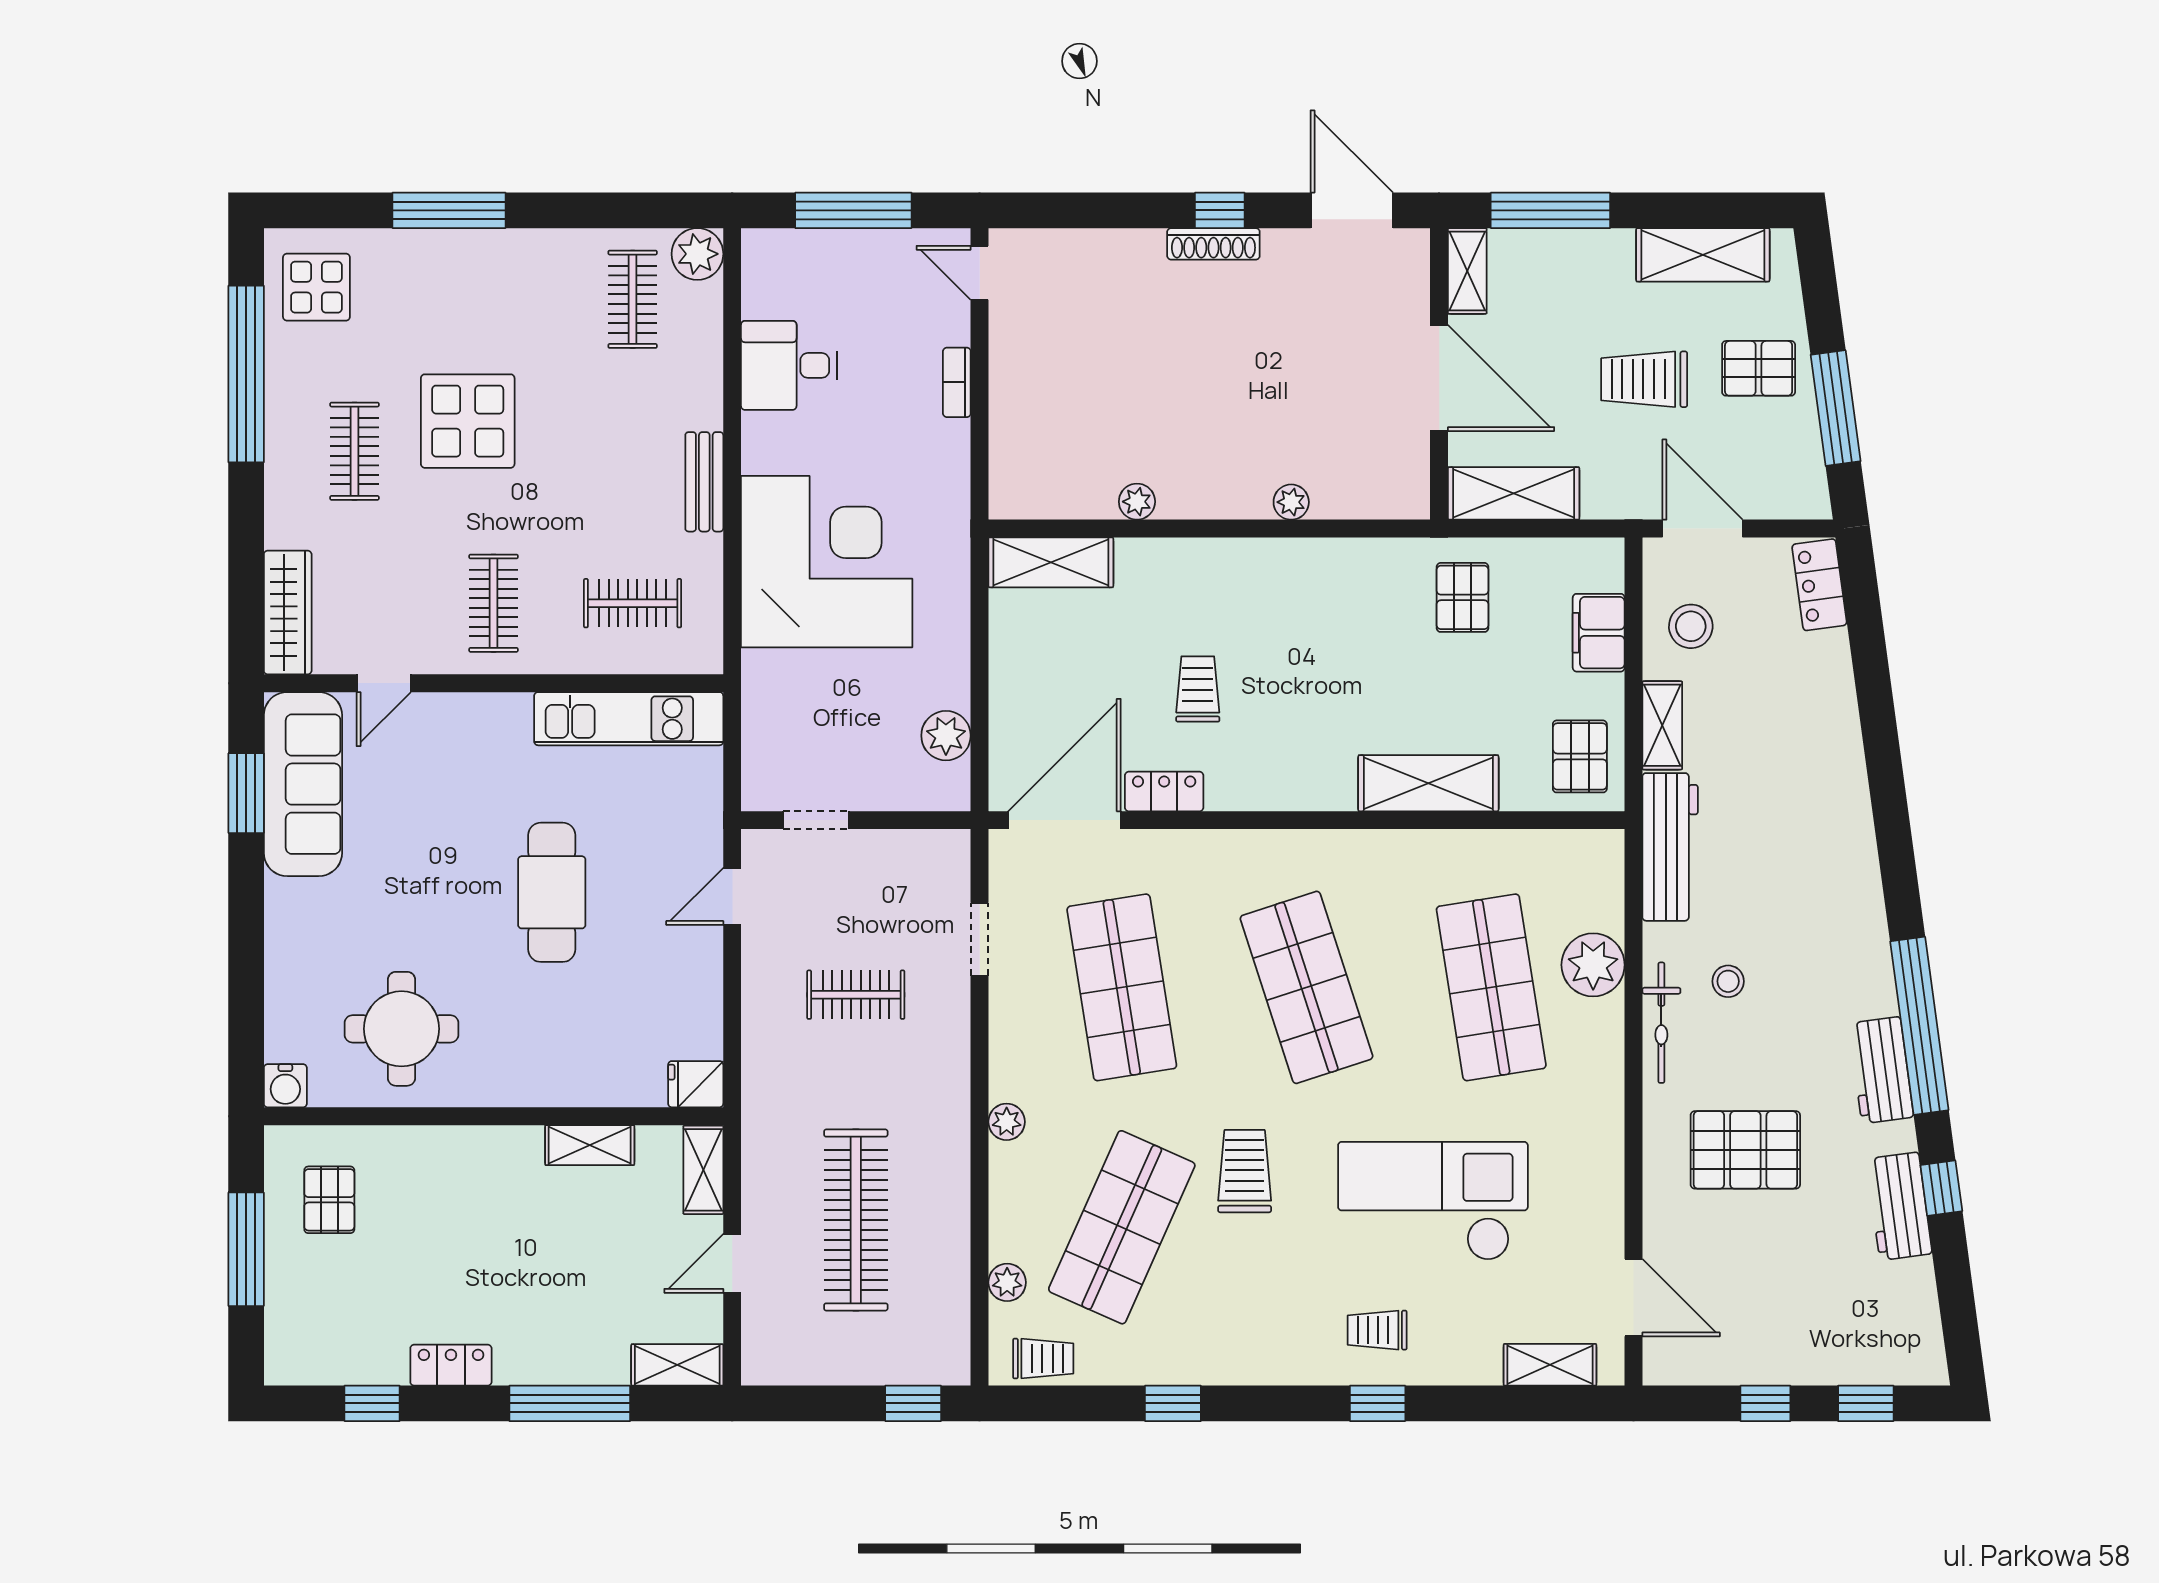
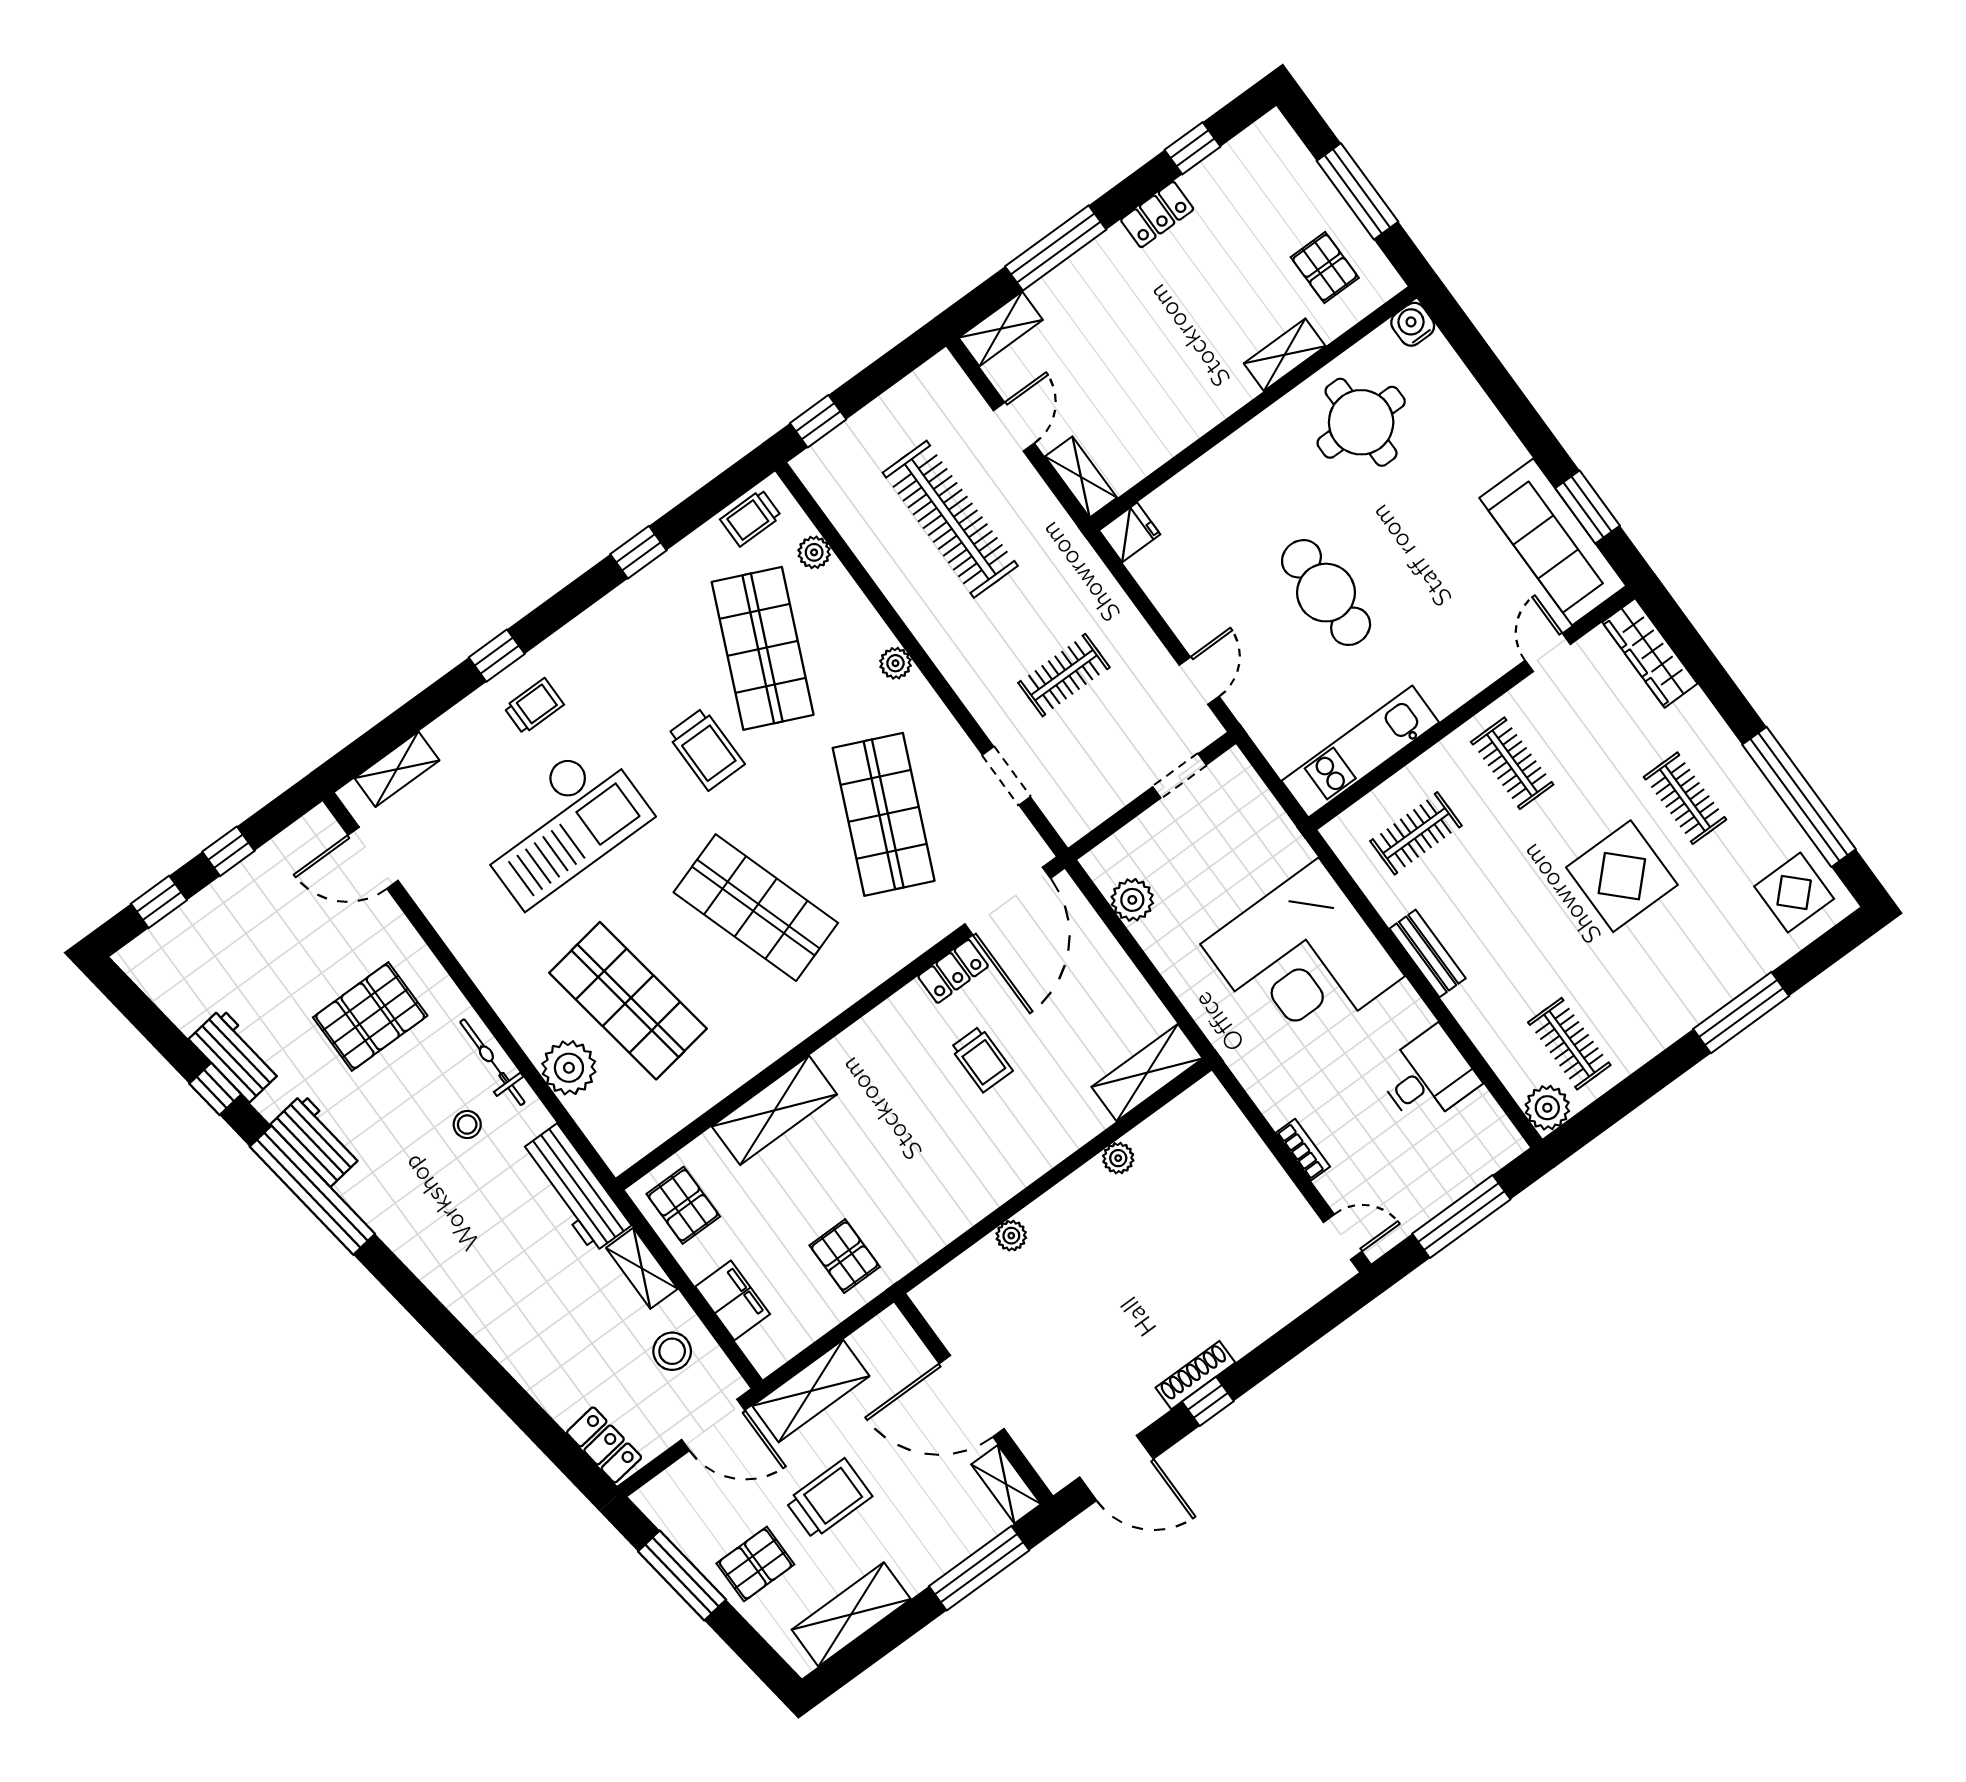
shelving: (1514, 493) -> (811, 1391), moved
shop shelf: (1122, 987) -> (884, 814), turned 33
shelving: (590, 1145) -> (1285, 355), moved

